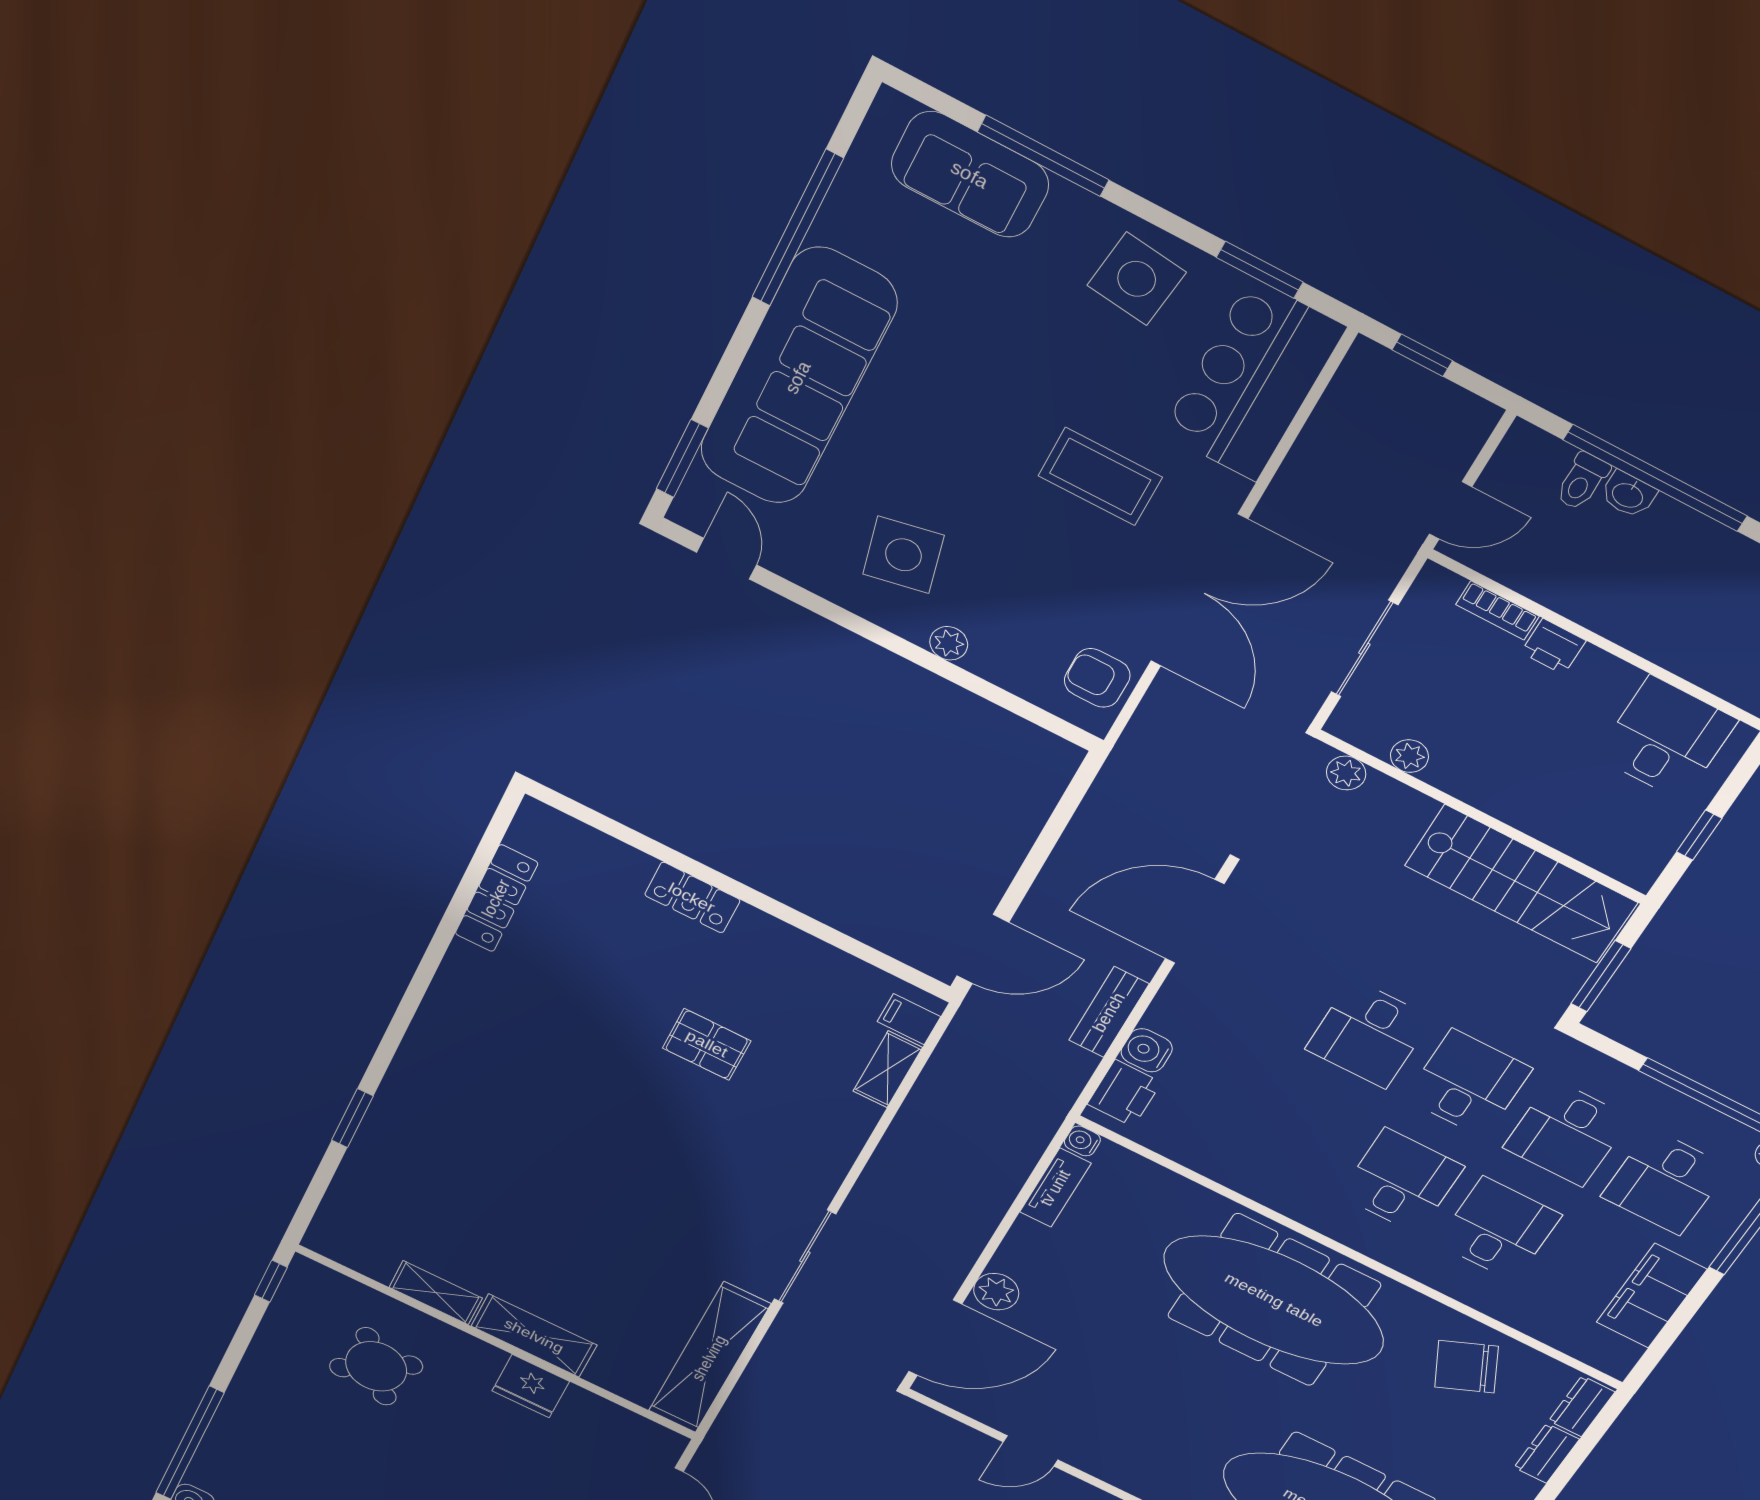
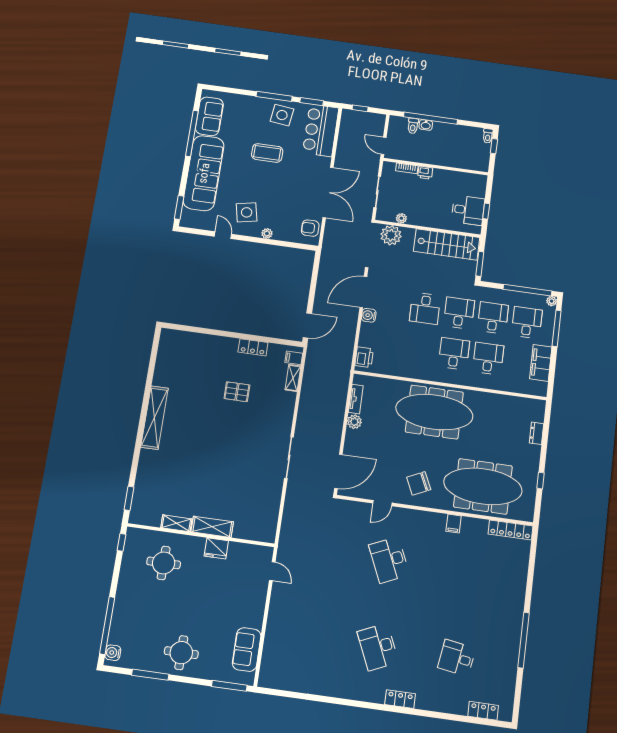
window: (1043, 156) -> (274, 96), moved
sofa: (970, 175) -> (209, 116), moved, turned -90
coffee table: (1100, 477) -> (267, 153), moved
door: (1451, 510) -> (384, 146), swing flipped
door: (727, 559) -> (223, 235), moved
desk: (1666, 738) -> (468, 210), moved, turned 90
plant: (1346, 773) -> (391, 235), width x1.88, depth x1.88
locker: (496, 898) -> (161, 366), removed
locker: (692, 898) -> (253, 347), moved
bench: (1109, 1012) -> (350, 332), removed
water cooler: (1147, 1050) -> (369, 315), moved
window: (352, 1118) -> (129, 498), moved
desk: (1567, 1133) -> (493, 318), turned 180
water cooler: (1082, 1141) -> (358, 379), removed
desk: (1665, 1182) -> (527, 323), turned 180
plant: (996, 1292) -> (354, 422), moved
shelving: (709, 1358) -> (155, 418), moved
round table: (376, 1366) -> (164, 563), turned 35
chair: (1466, 1367) -> (419, 483), moved
dresser: (1582, 1406) -> (539, 411), removed

